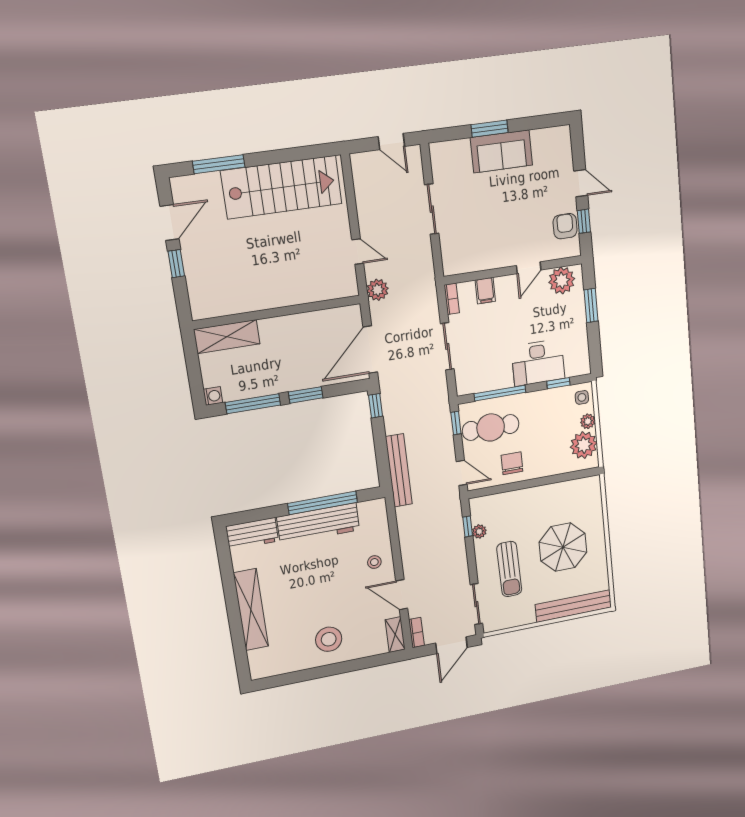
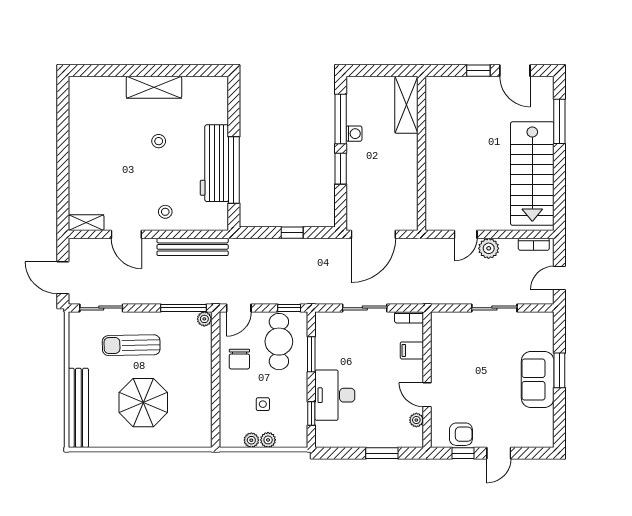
plant: (562, 280) -> (416, 420), width x0.53, depth x0.53
plant: (378, 290) -> (489, 248), moved
door: (370, 350) -> (373, 234), swing flipped
window: (500, 393) -> (311, 354), width x0.69
washing machine: (213, 396) -> (354, 134), moved, turned -90
side table: (582, 397) -> (263, 404), moved
window: (375, 406) -> (292, 233), moved
plant: (584, 445) -> (251, 440), width x0.53, depth x0.53
chair: (512, 463) -> (239, 359), turned 90
bench: (399, 470) -> (193, 247), moved
window: (468, 526) -> (184, 308), width x2.17
plant: (479, 531) -> (204, 319), moved
workbench: (252, 534) -> (216, 100), removed
door: (402, 595) -> (126, 234), swing flipped
shelving: (251, 610) -> (154, 87), width x0.68
bookcase: (417, 633) -> (534, 244), moved
stool: (329, 639) -> (159, 141), moved, width x0.53, depth x0.53

